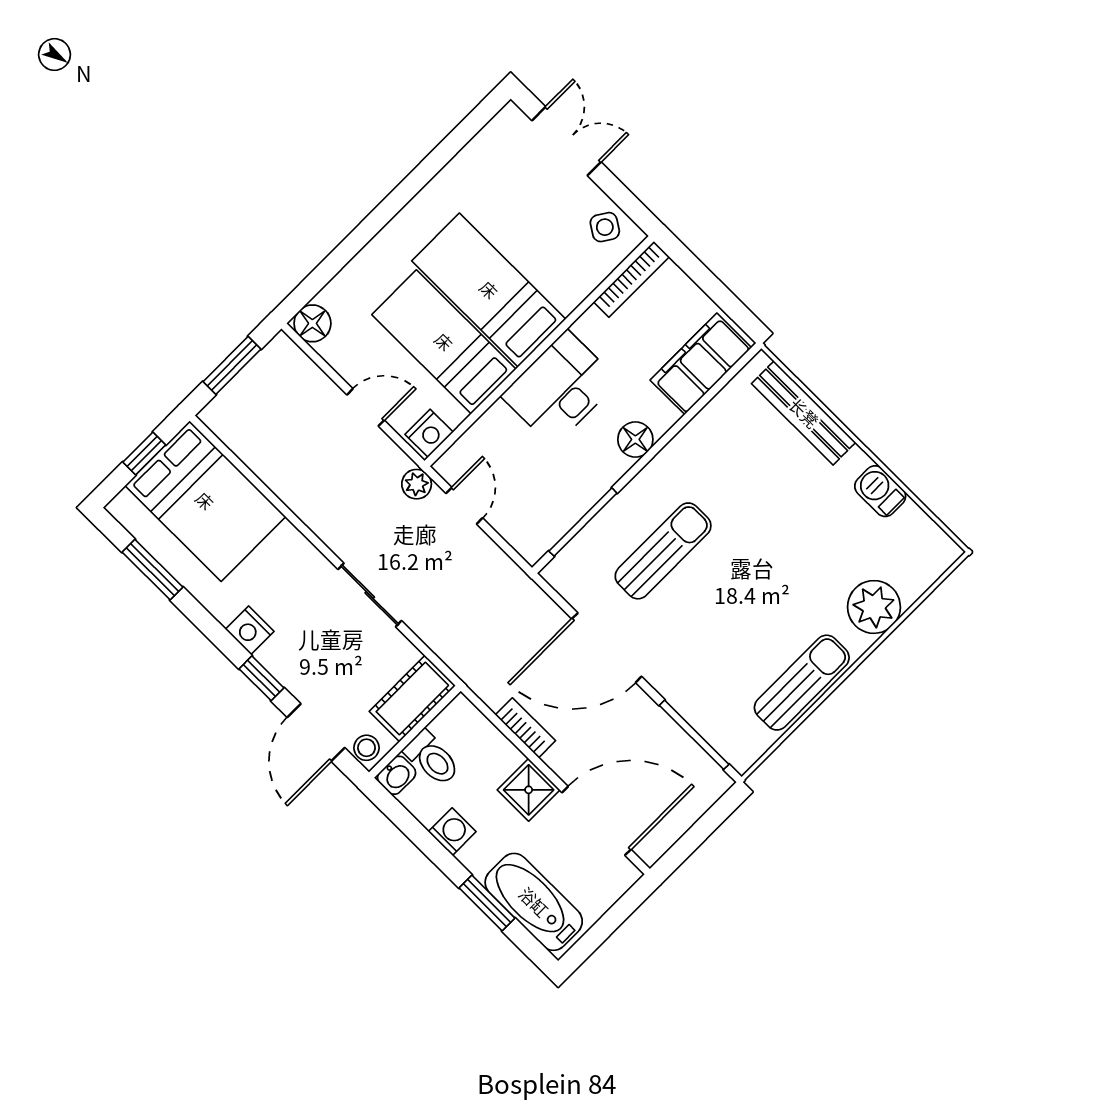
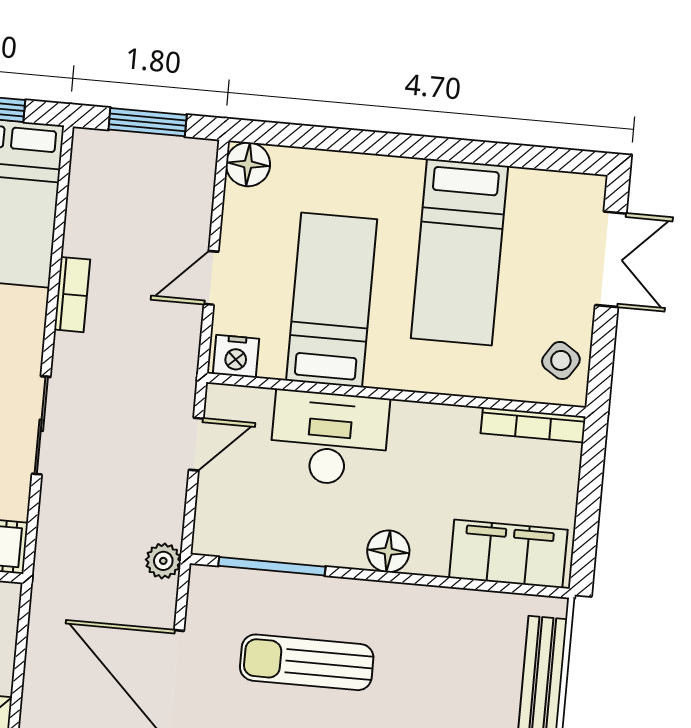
bed: (489, 290) -> (459, 252), moved, turned 180
desk: (560, 388) -> (329, 438), moved
door: (366, 407) -> (211, 278), swing flipped
plant: (417, 484) -> (163, 561), moved
sun lounger: (663, 551) -> (307, 662), turned 180
bookcase: (525, 728) -> (72, 295), moved

